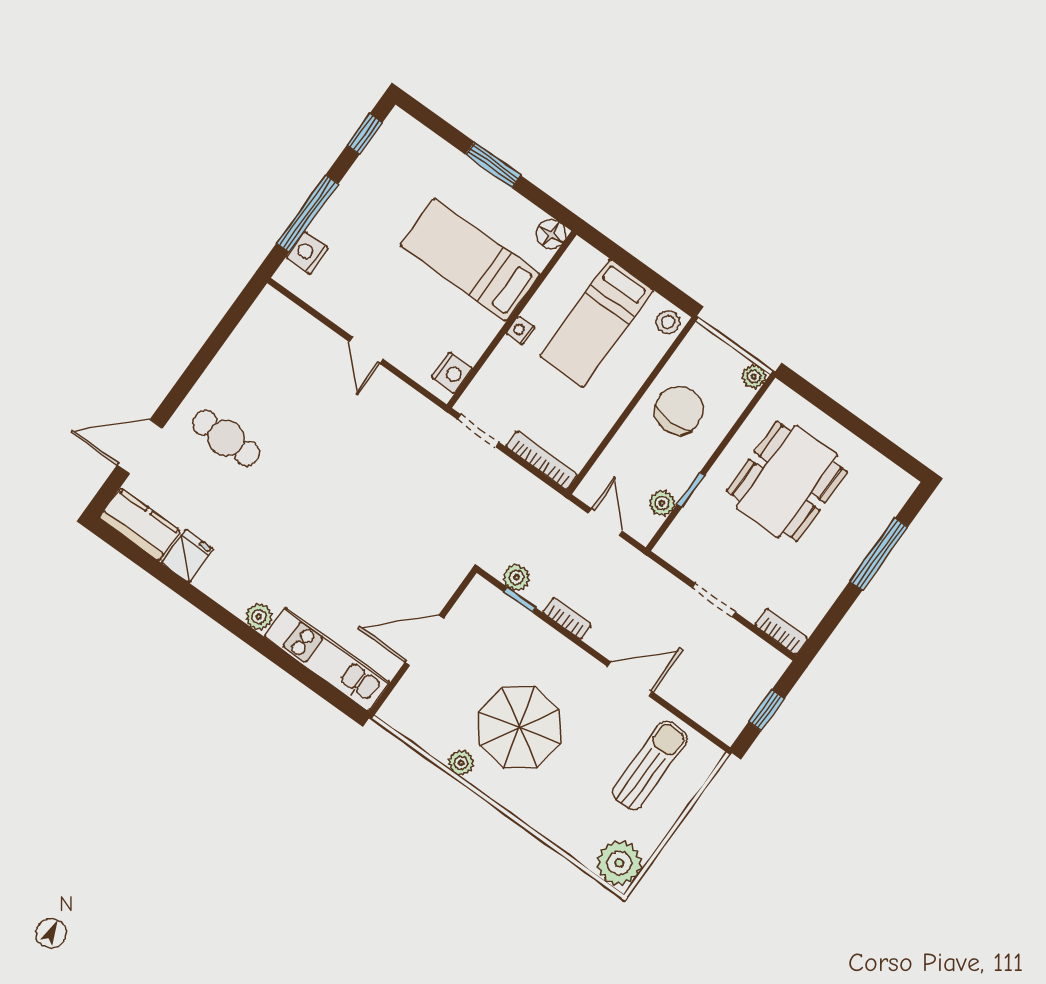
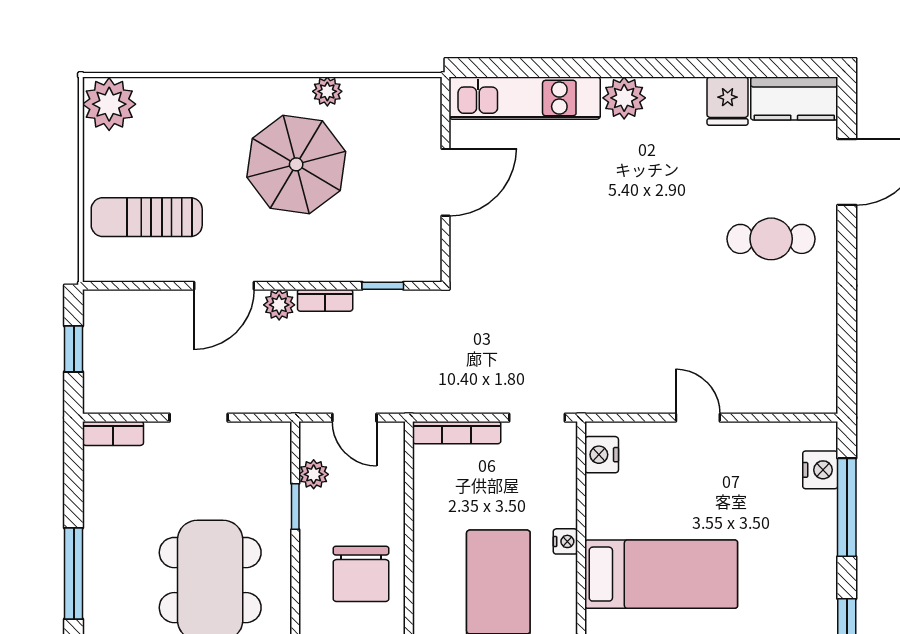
plant: (516, 577) -> (279, 305), moved
plant: (259, 617) -> (624, 98), width x1.38, depth x1.38
sun lounger: (650, 766) -> (147, 217), turned 90

